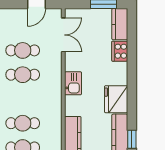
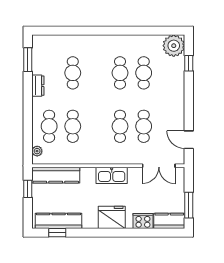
kitchen sink: (73, 83) -> (112, 175), width x1.38
fridge: (116, 99) -> (112, 217), moved

